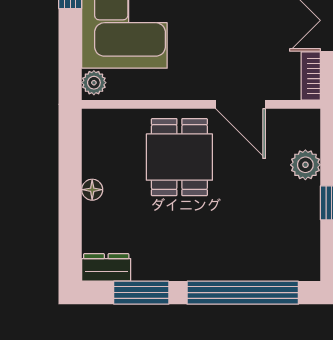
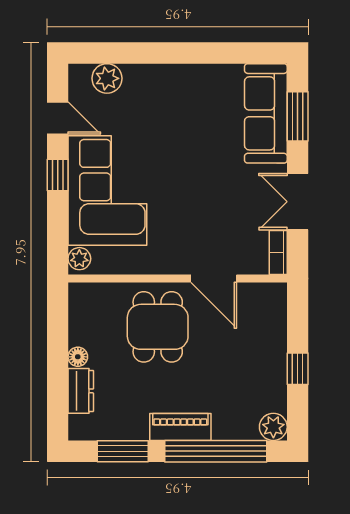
plant: (305, 165) -> (273, 427), moved
piano: (204, 266) -> (180, 427), added
dresser: (106, 267) -> (81, 391), moved, turned 90

